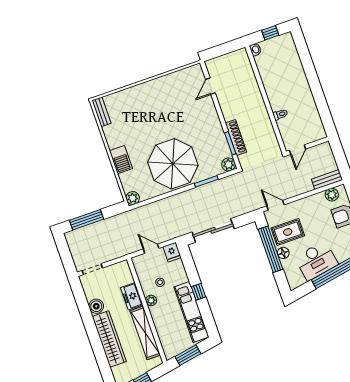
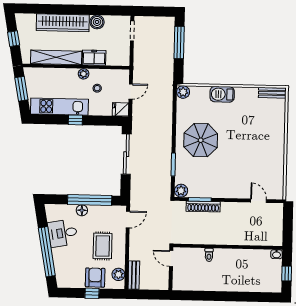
parasol: (173, 164) -> (201, 140), width x0.73, depth x0.73
rug: (288, 232) -> (103, 246), moved
desk: (316, 261) -> (63, 233), width x0.73

